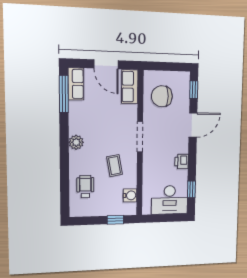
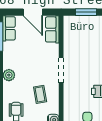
window: (170, 67) -> (86, 12), added
chair: (162, 96) -> (79, 37), removed

